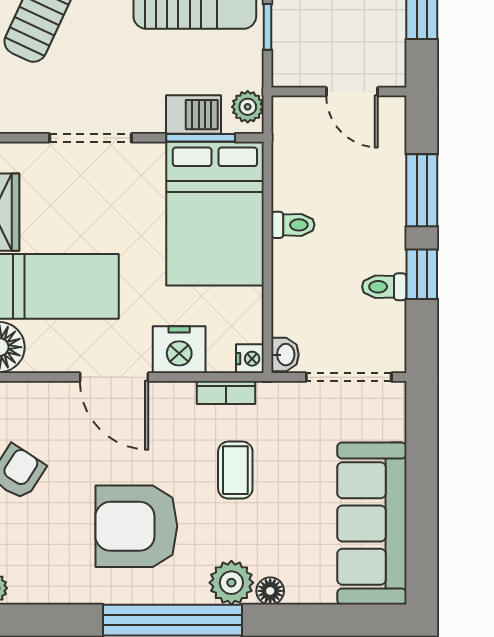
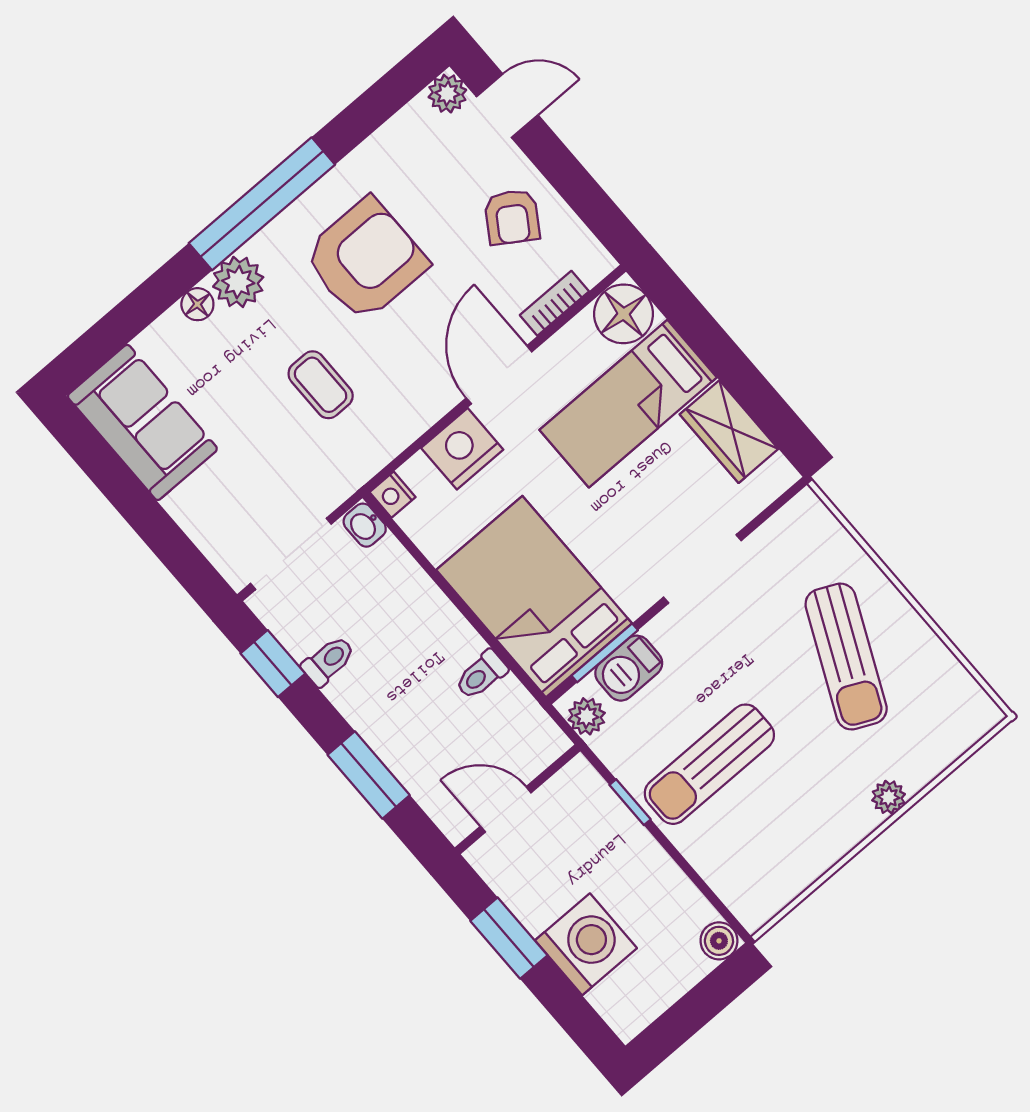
toilet: (293, 225) -> (481, 675), moved
window: (422, 274) -> (273, 664), moved
door: (114, 377) -> (499, 375), hinge flipped
bookcase: (226, 393) -> (554, 303), moved
sofa: (372, 524) -> (142, 422), width x0.73

